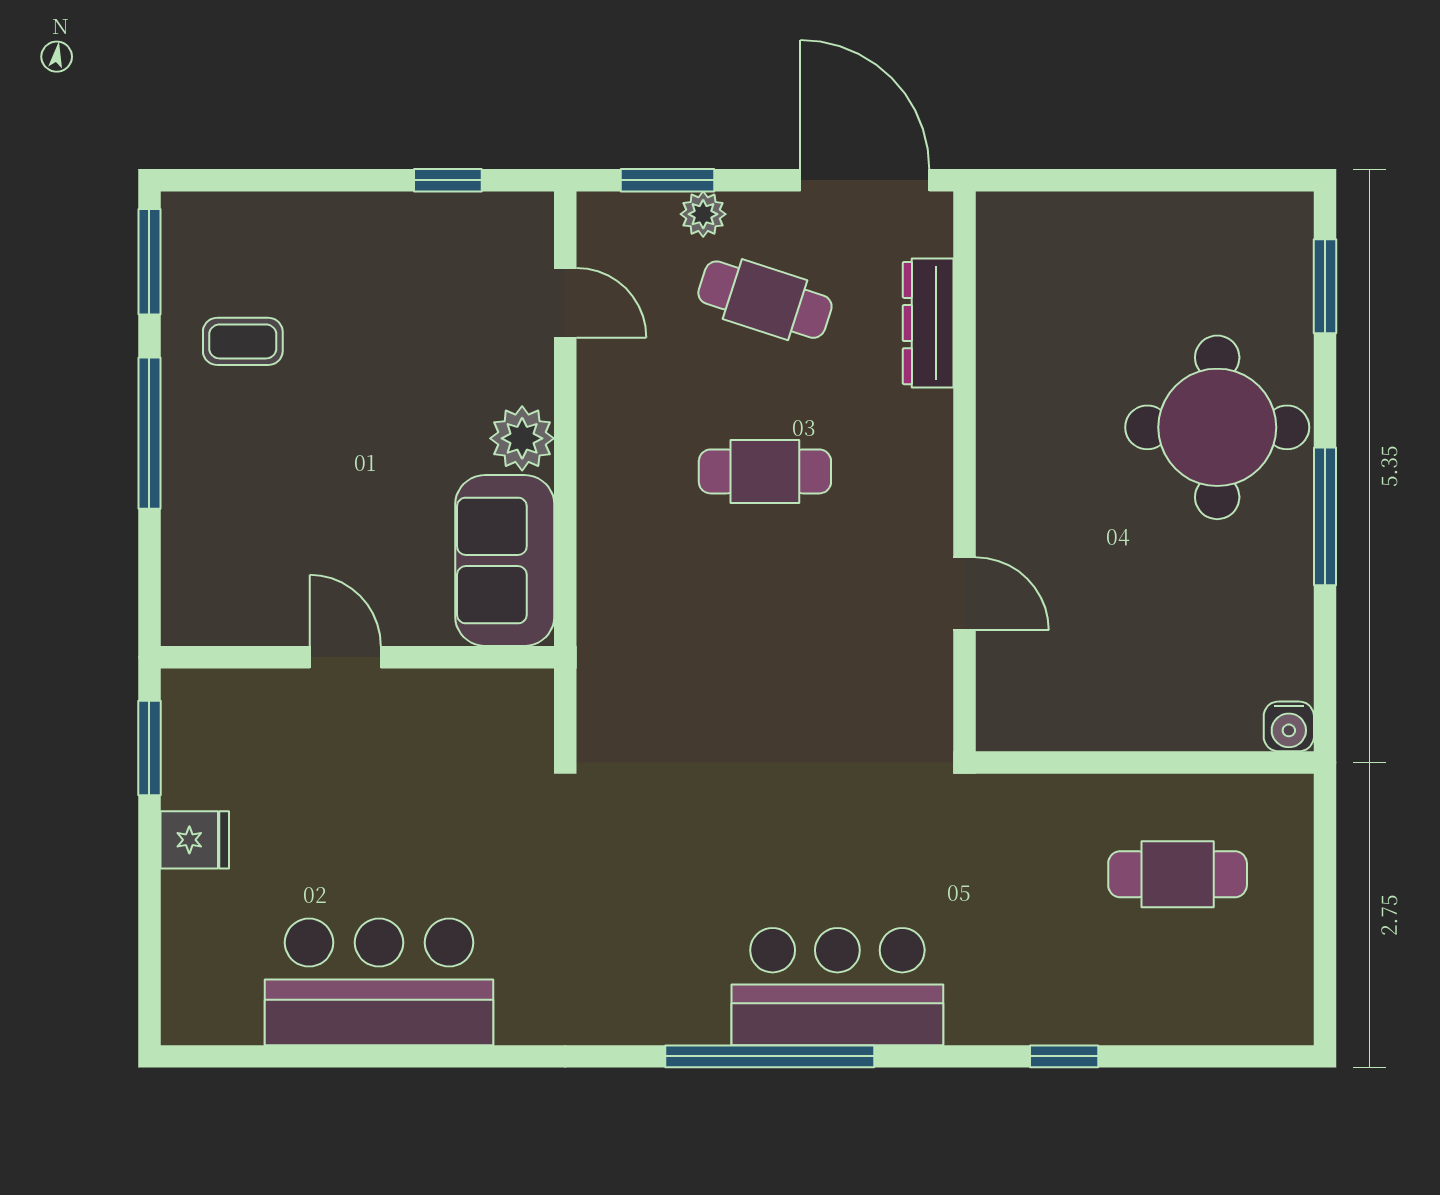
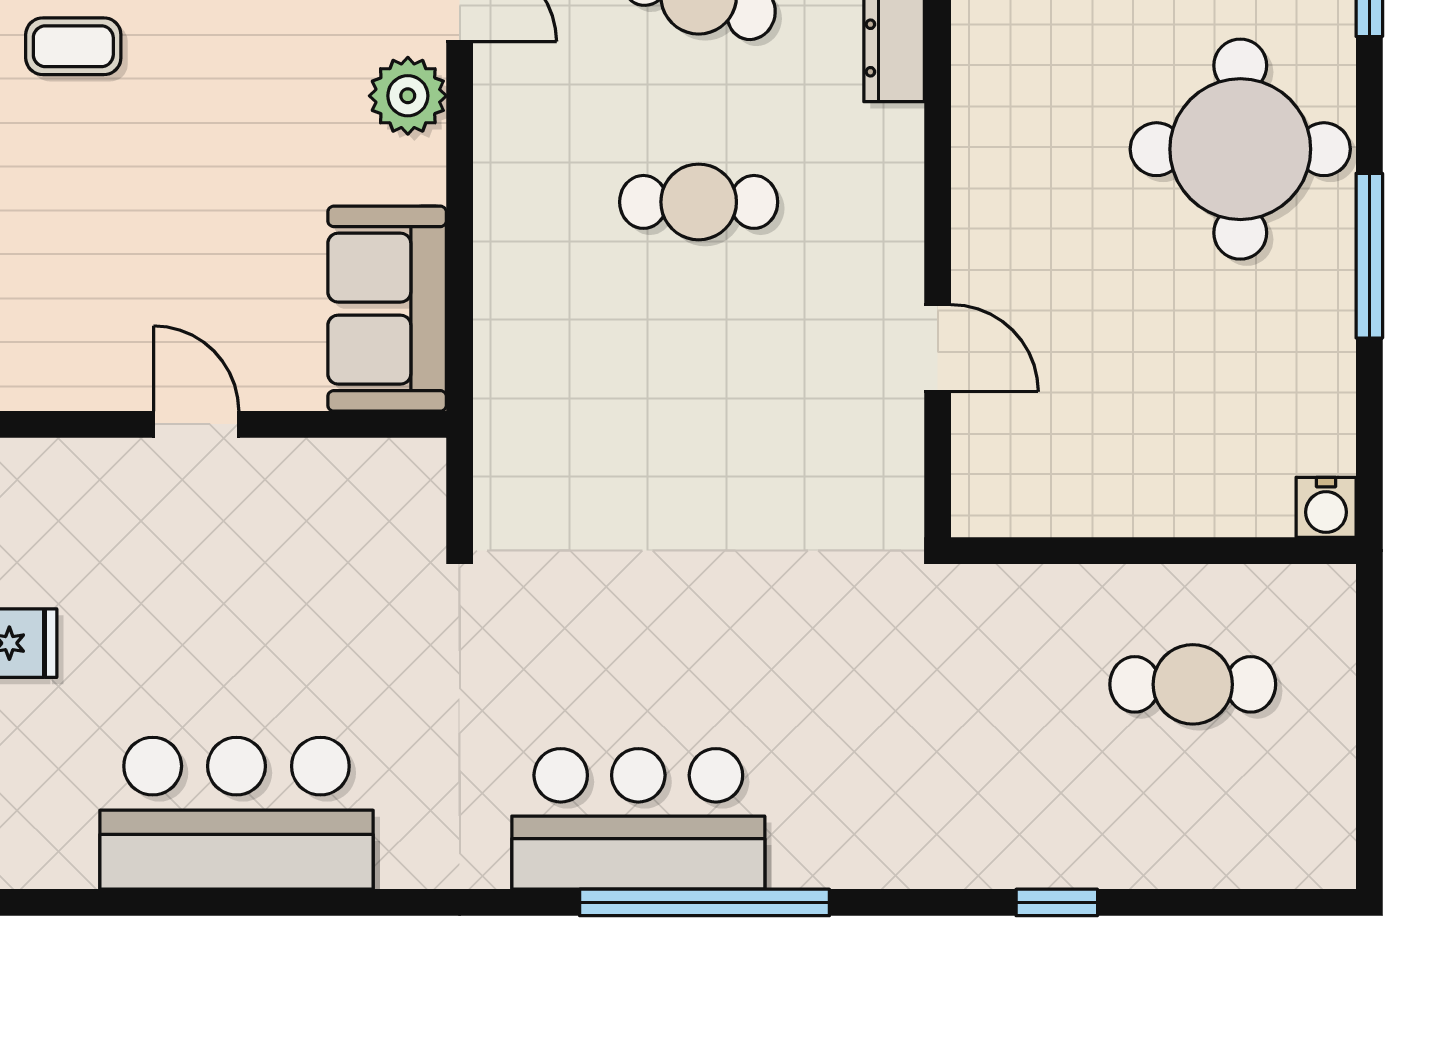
plant: (522, 438) -> (408, 96), moved
bar counter: (837, 987) -> (638, 819), moved

